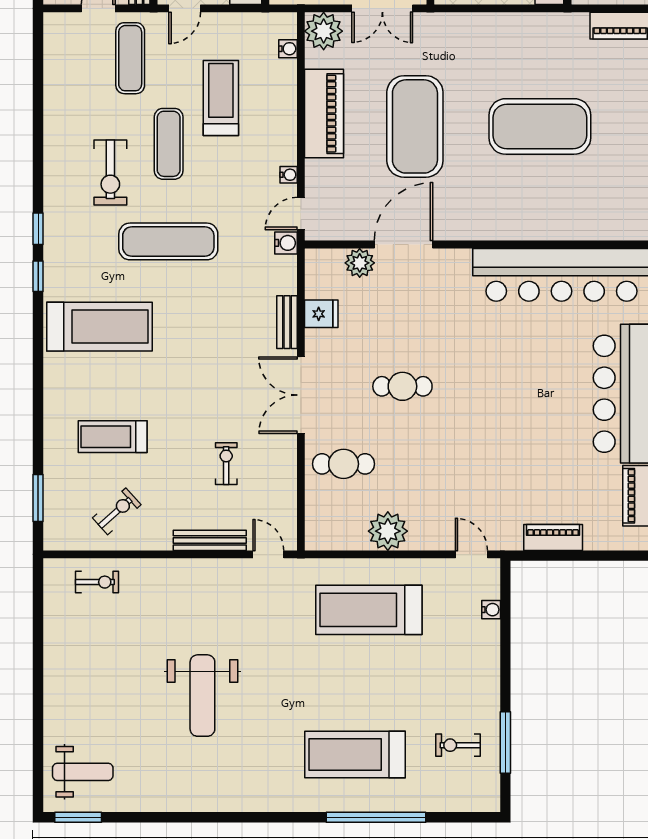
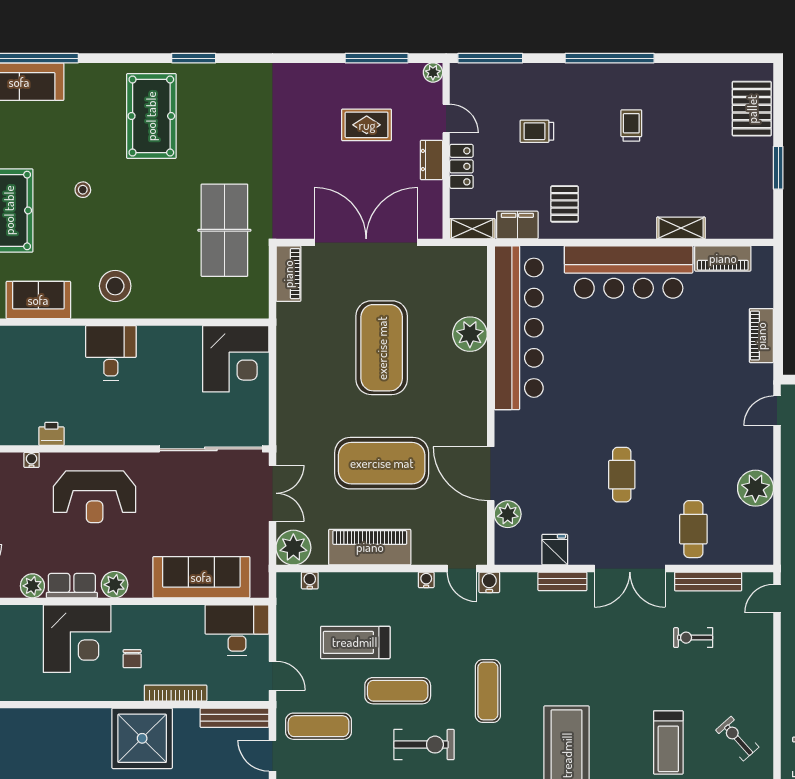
plant: (555, 222) -> (470, 334), added
exercise mat: (168, 241) -> (488, 691), width x0.73, depth x0.69
bench: (210, 540) -> (708, 581), moved, turned 90

